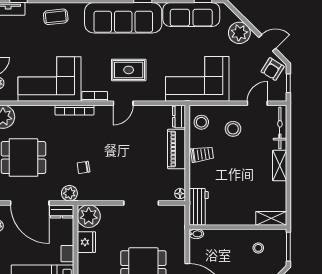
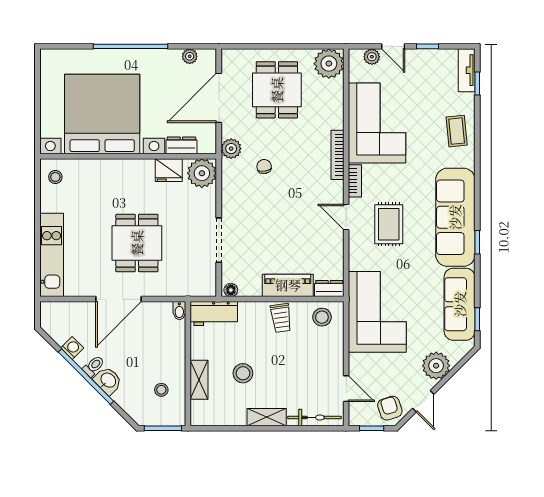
armchair: (273, 69) -> (390, 408), turned 40
stool: (233, 129) -> (243, 373), moved
dresser: (62, 211) -> (181, 145), moved, turned 90
shelving: (271, 218) -> (199, 380), moved

